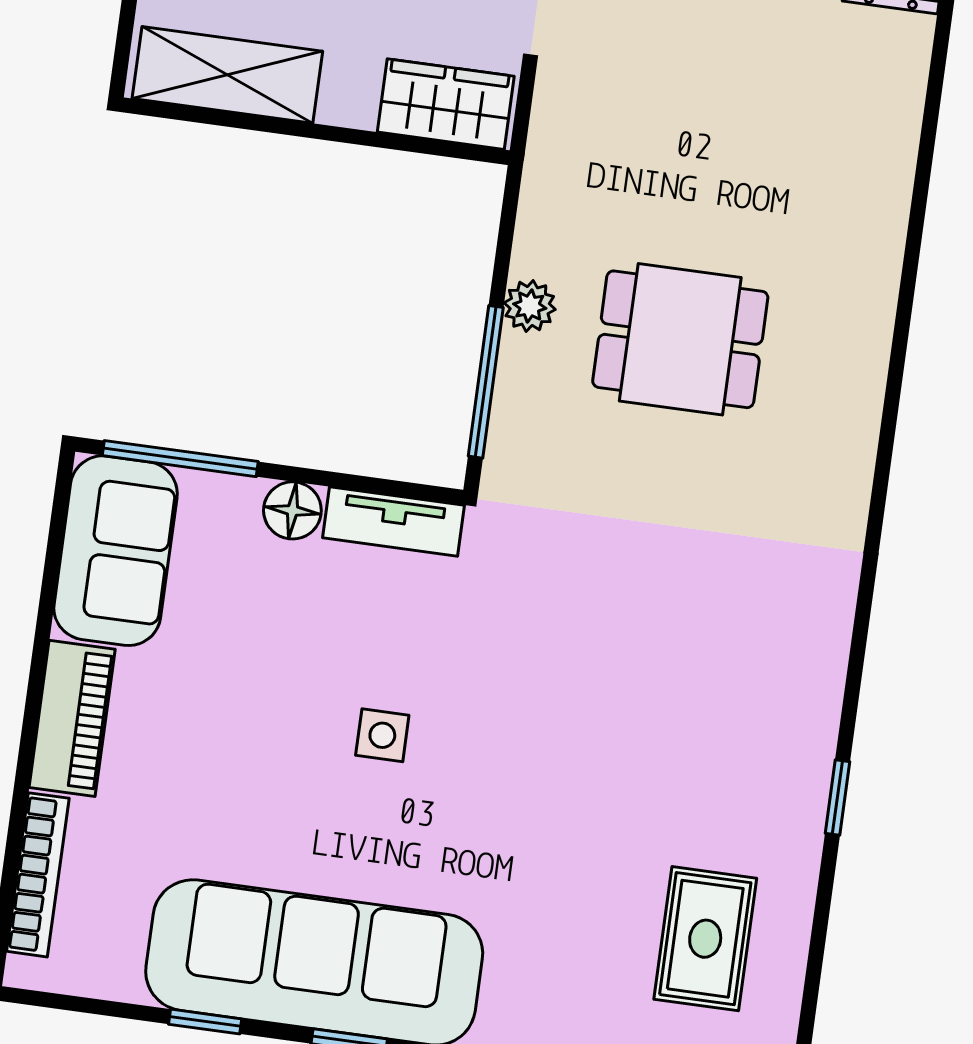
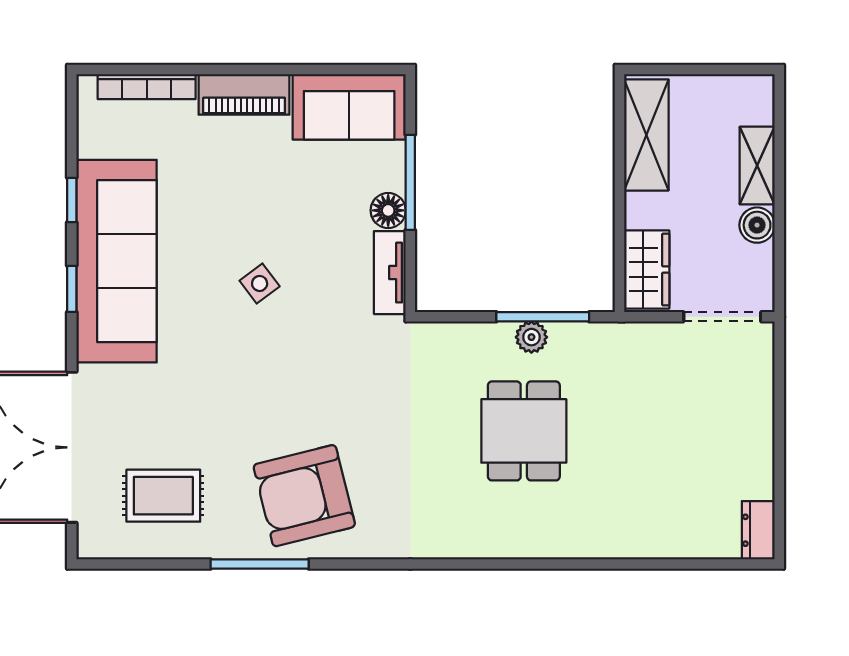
window: (486, 382) -> (543, 317), moved
window: (180, 459) -> (410, 182), moved
armchair: (736, 710) -> (304, 496), added
side table: (382, 735) -> (260, 283), turned -37
window: (838, 798) -> (260, 564), width x2.17

